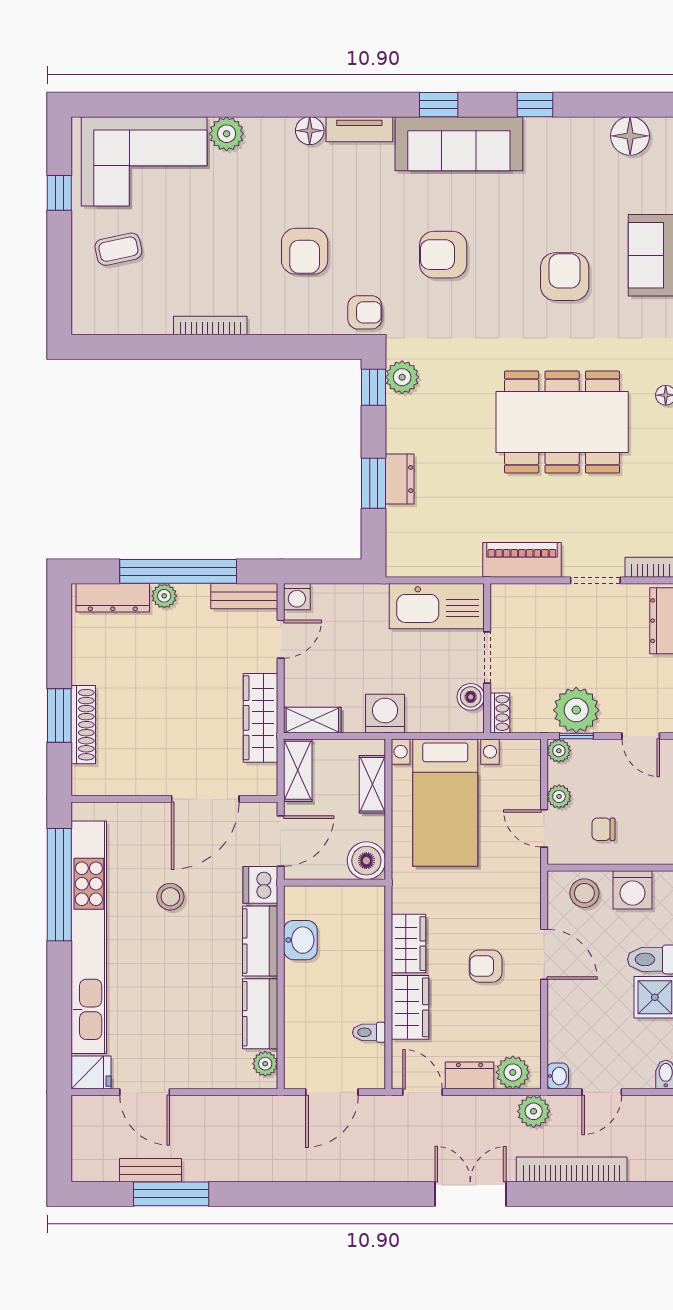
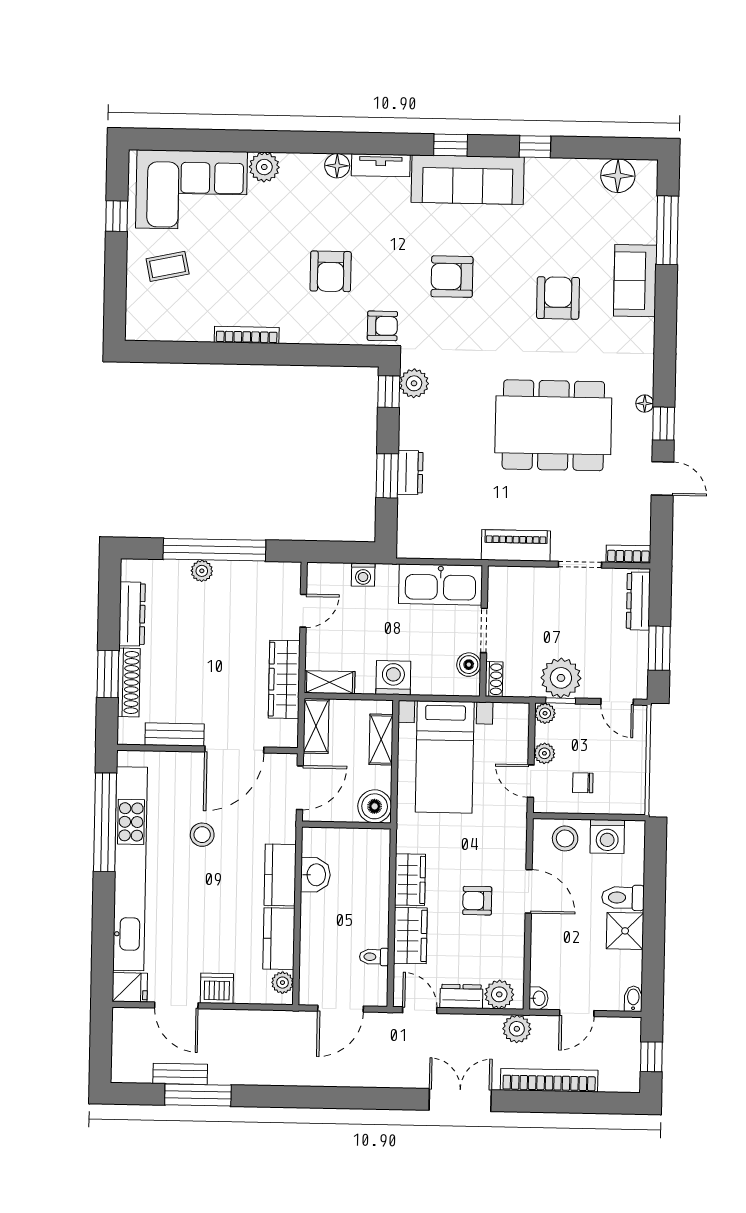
bench: (244, 596) -> (175, 735), moved
washing machine: (297, 597) -> (363, 575), moved
dresser: (113, 598) -> (132, 614), moved, turned -90
dishwasher: (260, 885) -> (217, 988), moved, turned 90

